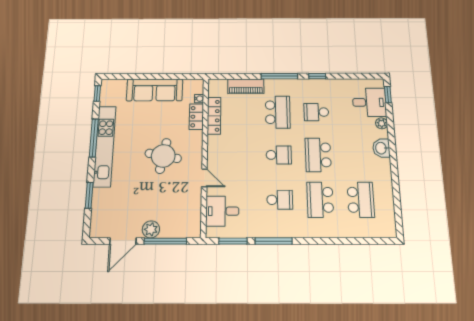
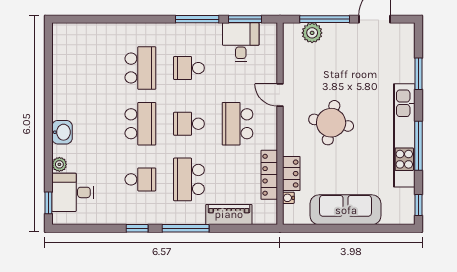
school desk: (361, 200) -> (238, 124), moved
desk: (222, 211) -> (241, 42), moved, turned -90
plant: (151, 229) -> (312, 33), moved

